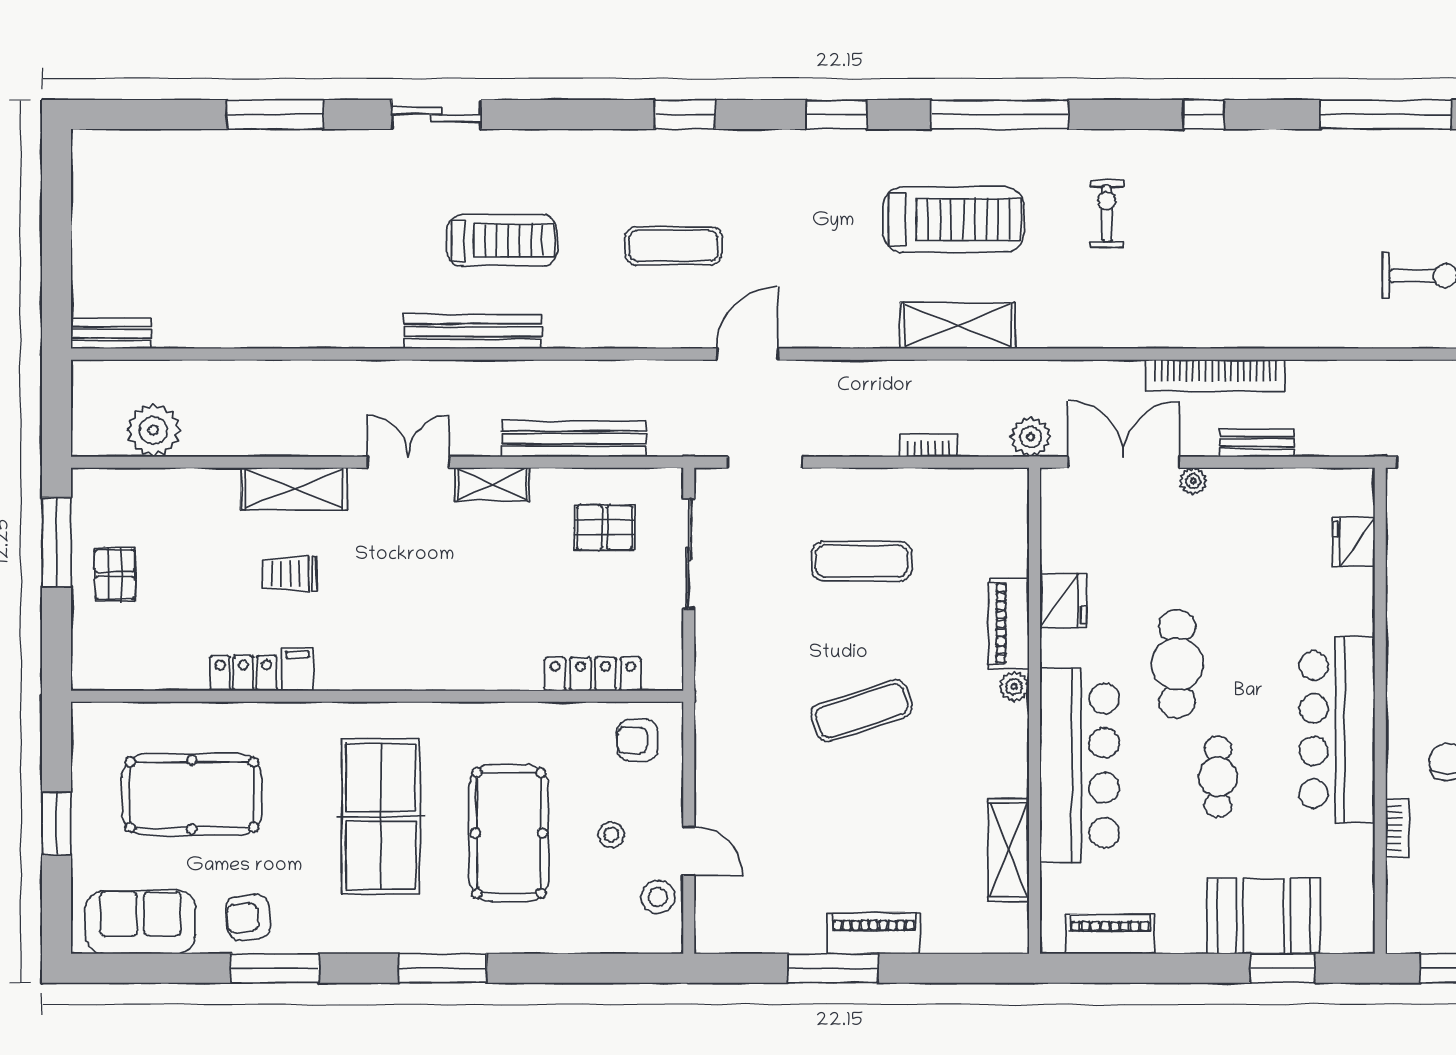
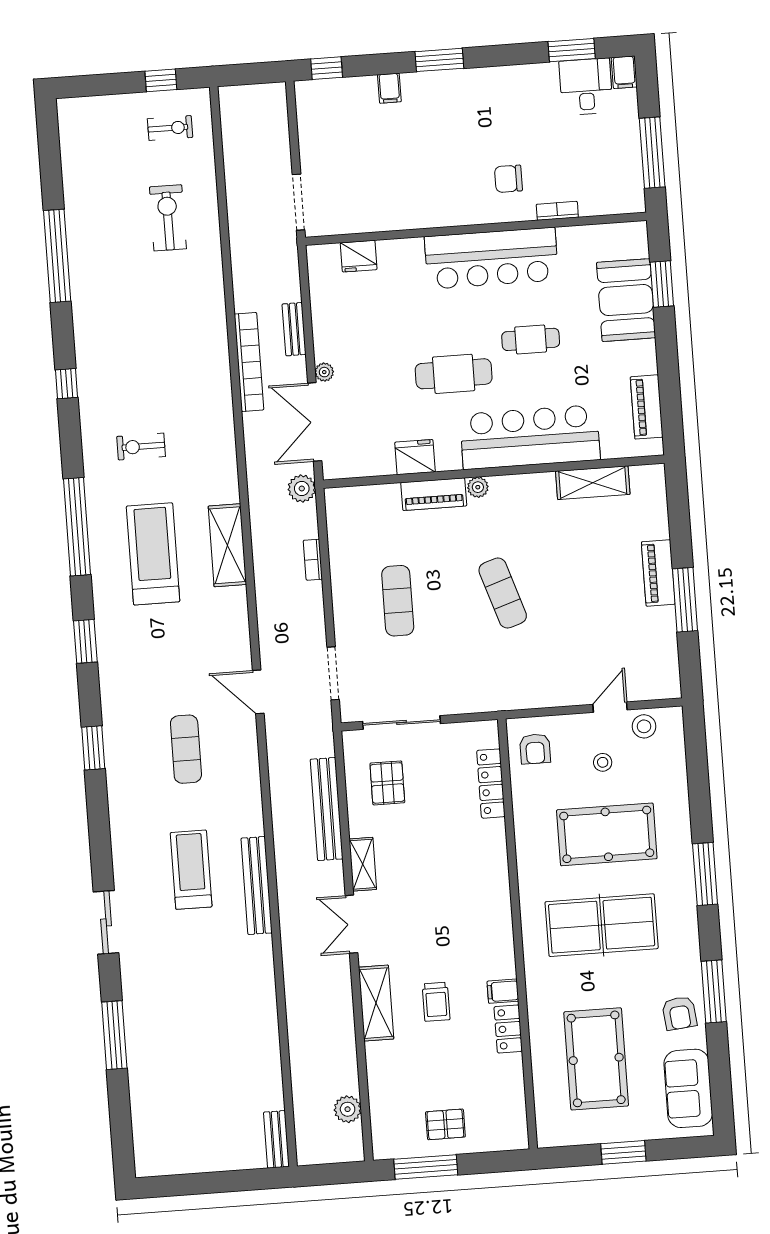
plant: (154, 430) -> (348, 1109), width x0.73, depth x0.73

